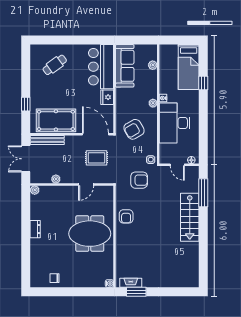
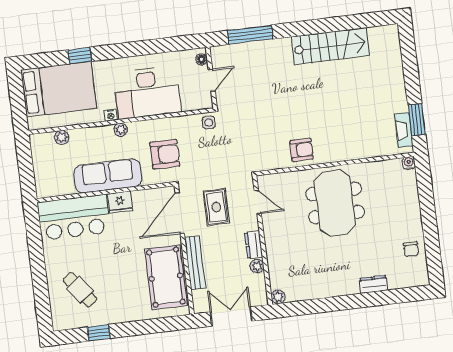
sofa: (125, 66) -> (108, 176), moved
bed: (189, 67) -> (59, 89), width x1.50
window: (26, 104) -> (99, 333), moved
armchair: (134, 129) -> (165, 154), turned -60
bench: (47, 140) -> (195, 263), moved
double door: (26, 159) -> (231, 316), swing flipped
dresser: (70, 179) -> (254, 245), added
armchair: (139, 180) -> (243, 137), removed
door: (86, 185) -> (258, 202), moved
stairs: (190, 217) -> (330, 46), moved
dresser: (35, 229) -> (374, 284), moved

